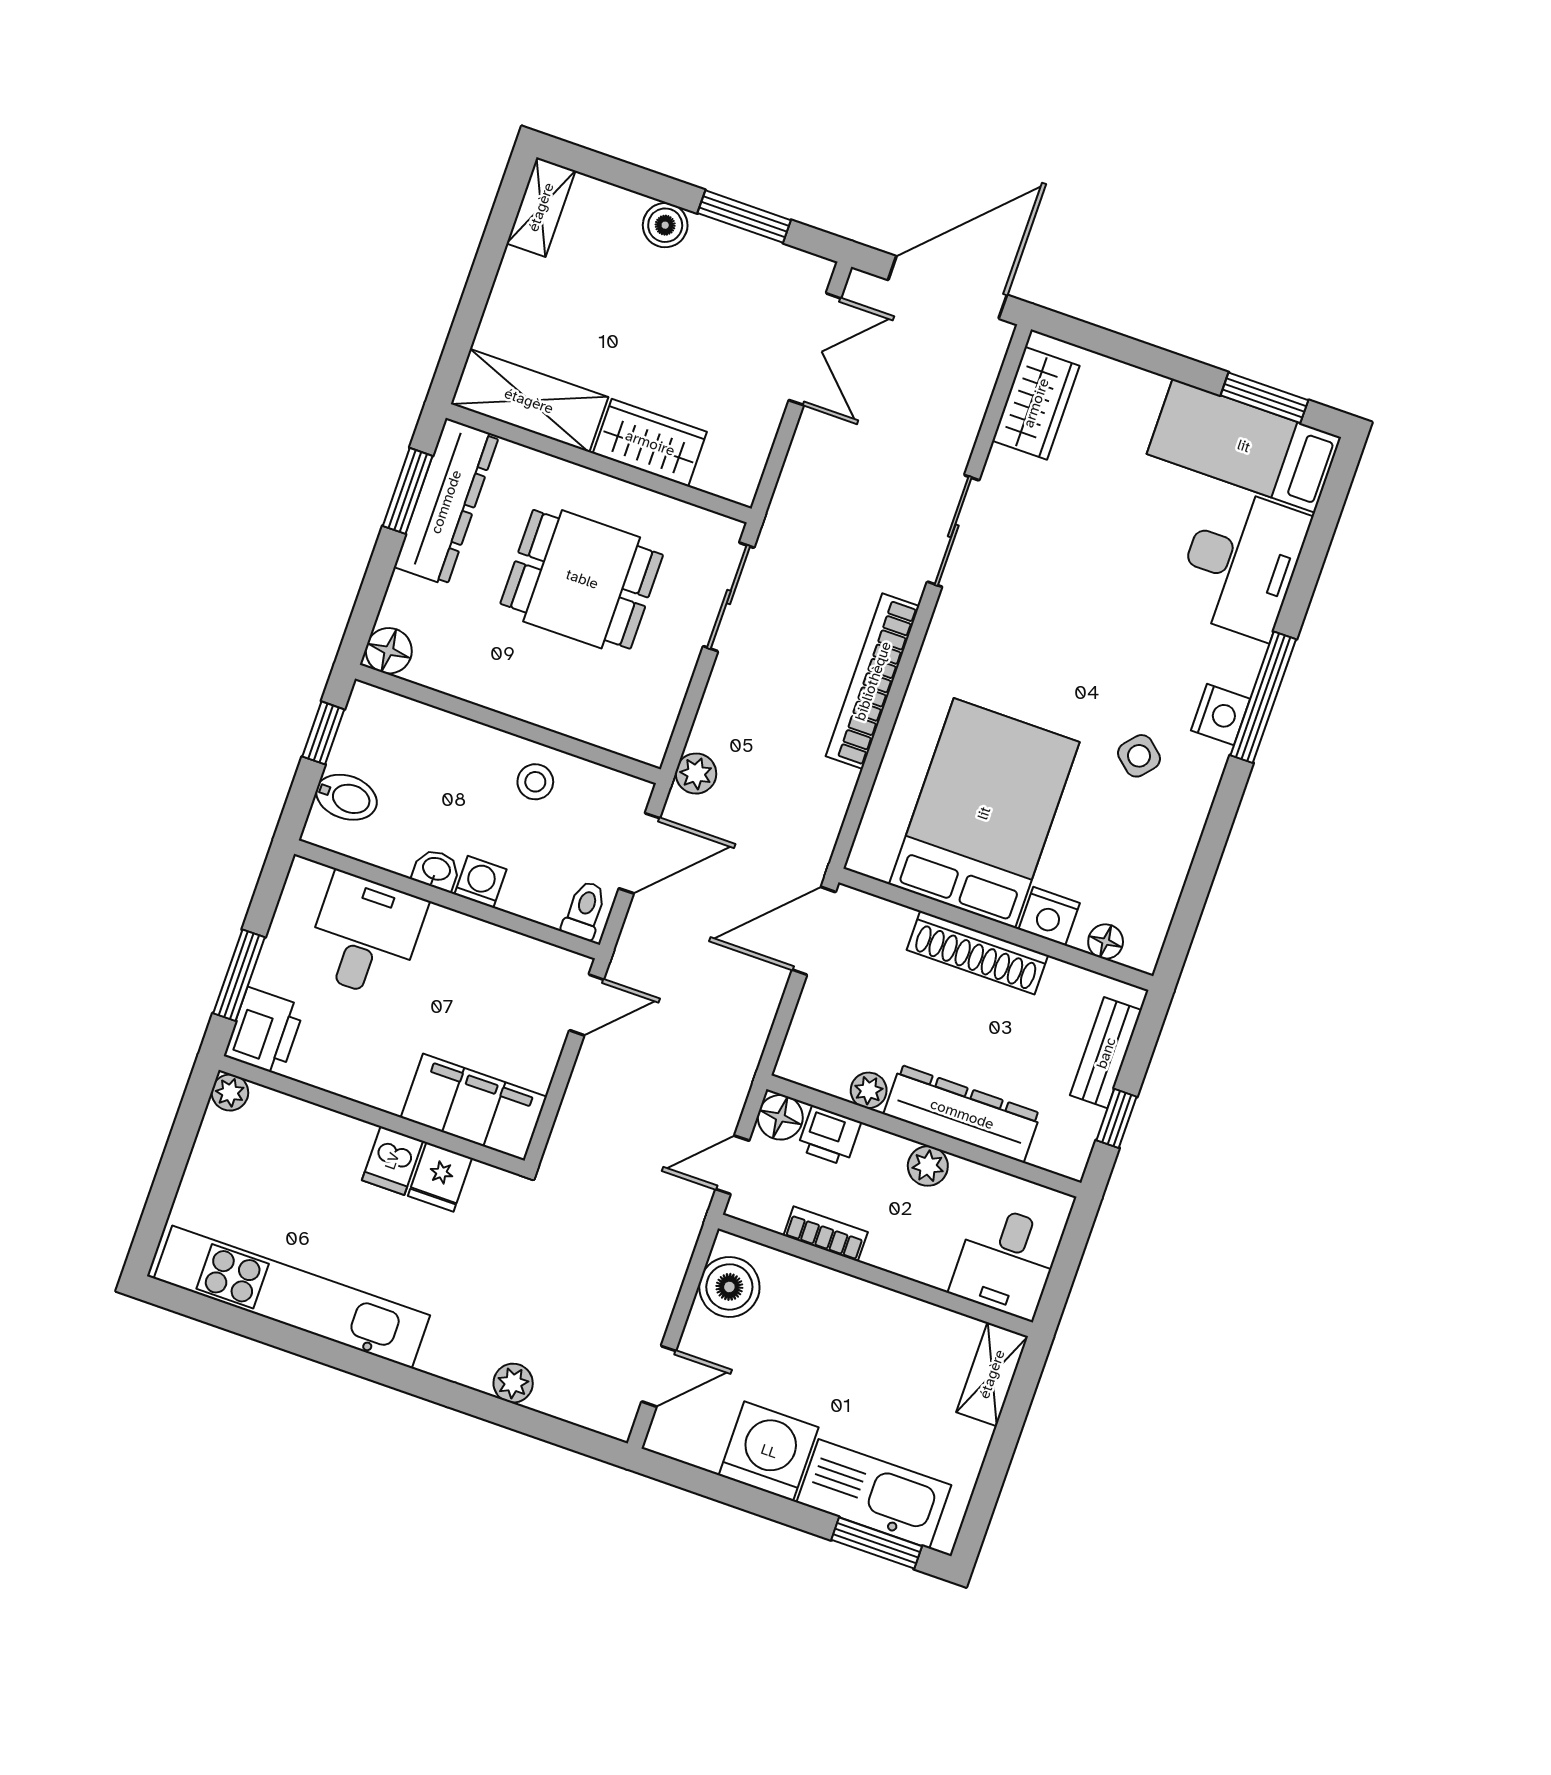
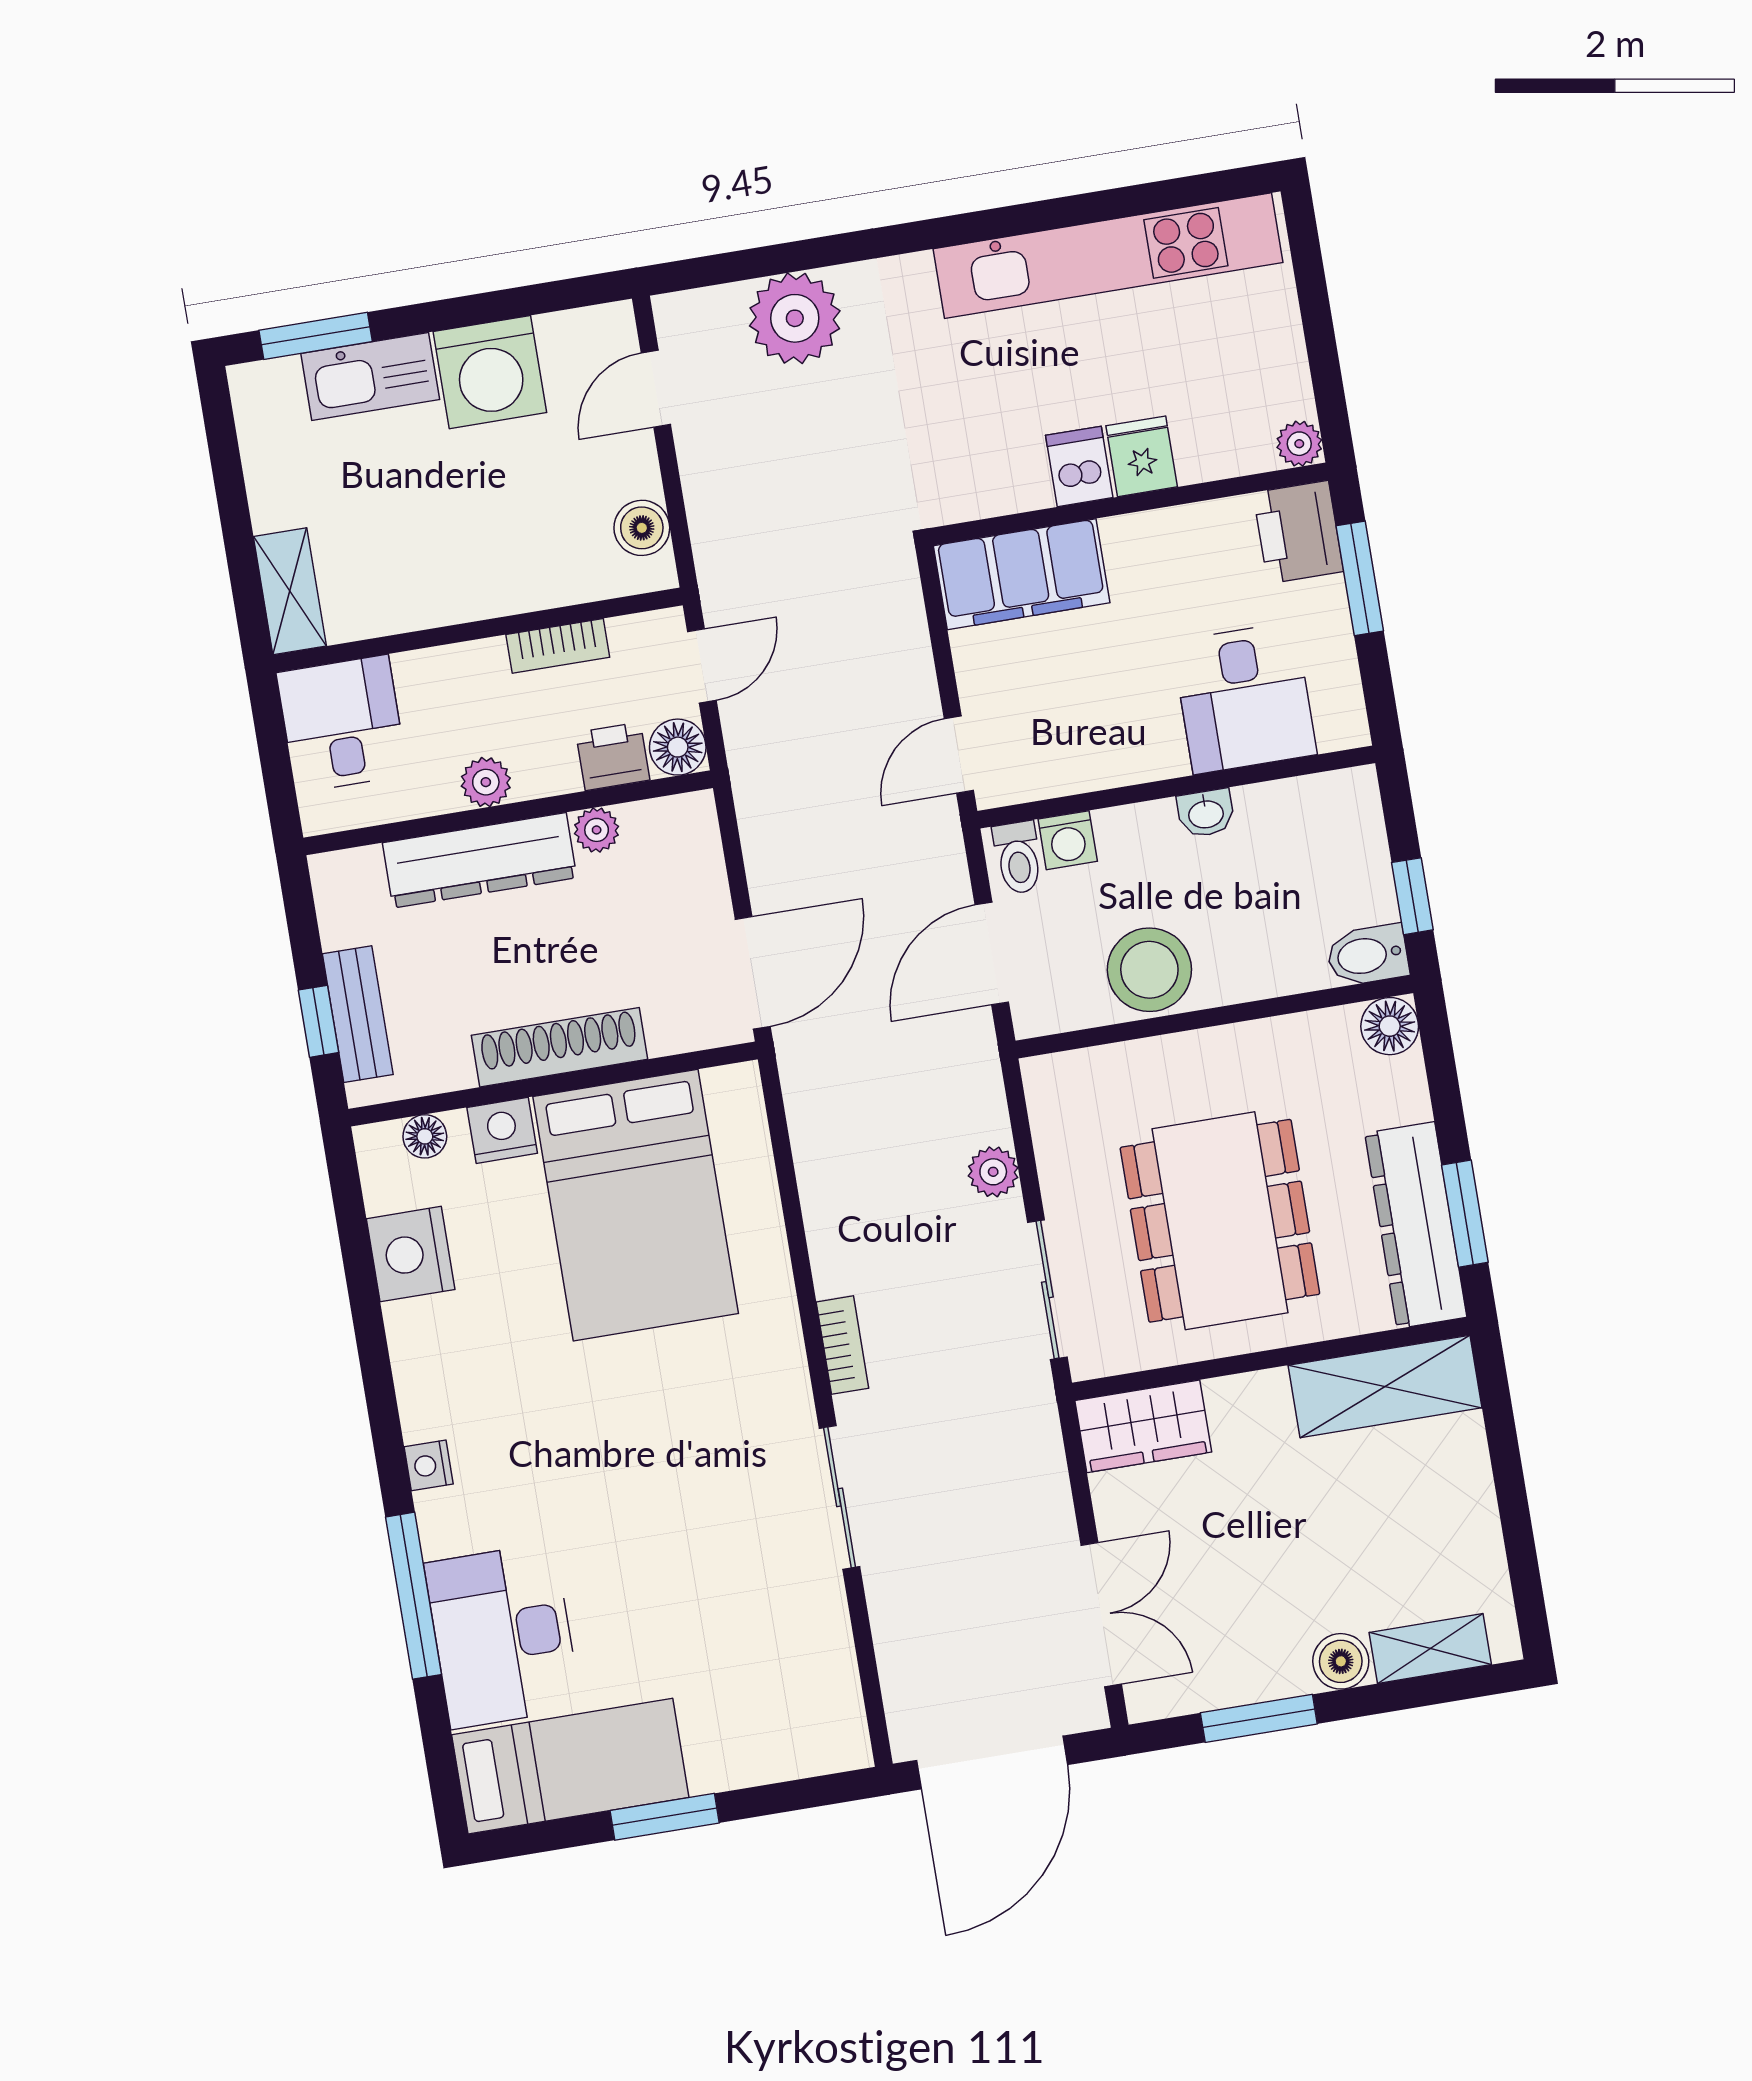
shelving: (541, 207) -> (1430, 1649), moved, turned 90
double door: (815, 349) -> (1101, 1615), swing flipped
window: (1264, 398) -> (665, 1817), moved
wardrobe: (1036, 403) -> (825, 1688), removed
wardrobe: (650, 443) -> (1143, 1426), moved
dining table: (582, 579) -> (1220, 1221), width x1.38
bookcase: (873, 681) -> (842, 1345), width x0.43, depth x0.76
window: (1263, 697) -> (414, 1596), moved
nightstand: (1220, 715) -> (429, 1465), width x0.72, depth x0.74
side table: (1139, 756) -> (500, 1361), removed
plant: (696, 774) -> (993, 1172), moved
stool: (535, 782) -> (1149, 970), width x1.89, depth x1.89
bidet: (346, 797) -> (1368, 955), moved
nightstand: (1160, 865) -> (411, 1254), added
washing machine: (480, 882) -> (1068, 840), moved
window: (1117, 1118) -> (318, 1021), moved
fridge: (440, 1177) -> (1142, 456), moved
boiler: (729, 1287) -> (642, 528), width x0.73, depth x0.73
plant: (513, 1383) -> (795, 318), width x1.88, depth x1.88
kitchen sink: (874, 1494) -> (370, 376), width x0.73, depth x0.81

